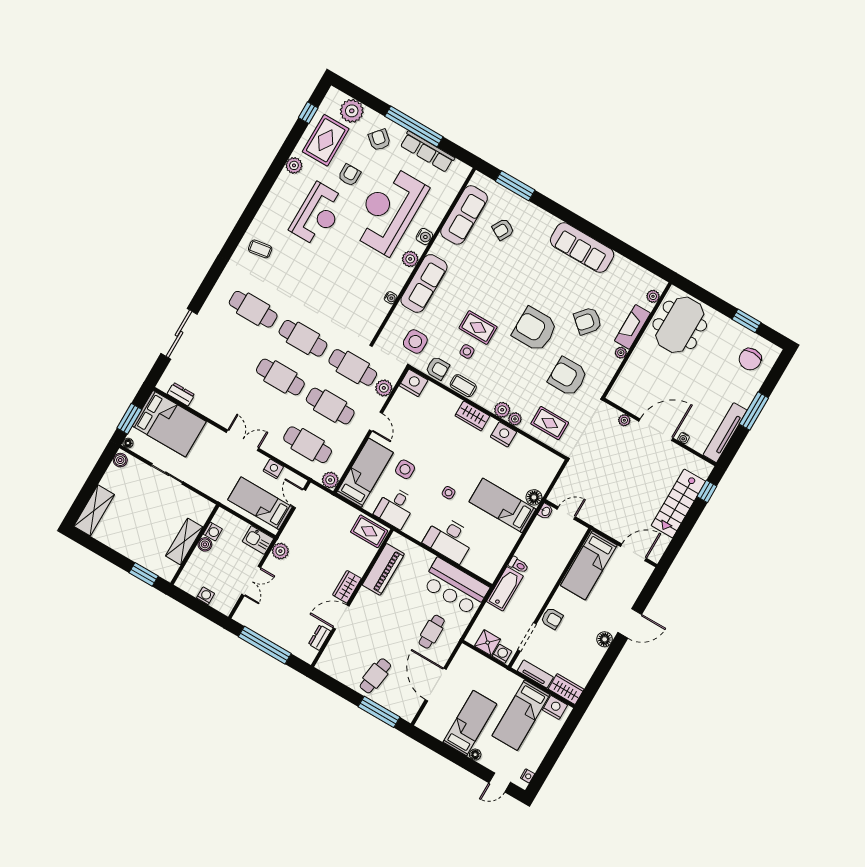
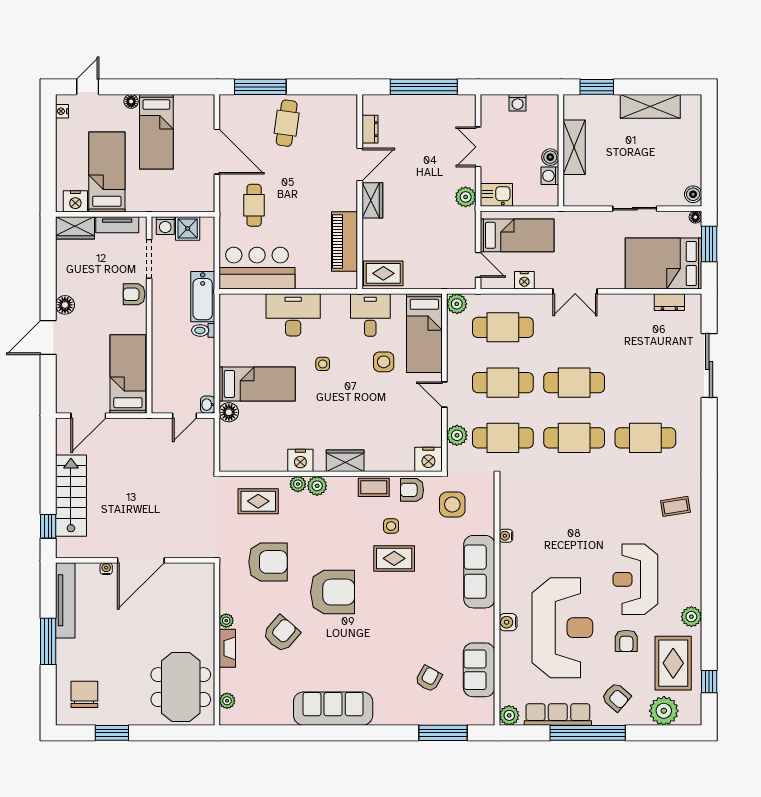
sofa: (464, 215) -> (479, 670), width x0.73
plant: (410, 259) -> (509, 715), moved
fireplace: (632, 327) -> (227, 648), width x0.73, depth x0.76
plant: (624, 420) -> (180, 551), removed
shelving: (94, 510) -> (650, 106), moved, turned 90

